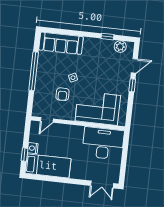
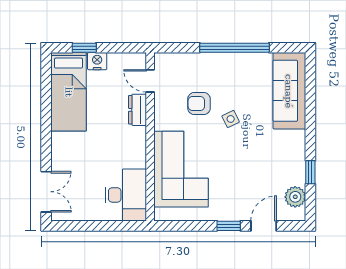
door: (134, 66) -> (264, 226), swing flipped
dresser: (62, 129) -> (138, 110), added
desk: (103, 143) -> (126, 195), width x0.73, depth x0.77
double door: (102, 184) -> (46, 192), swing flipped

